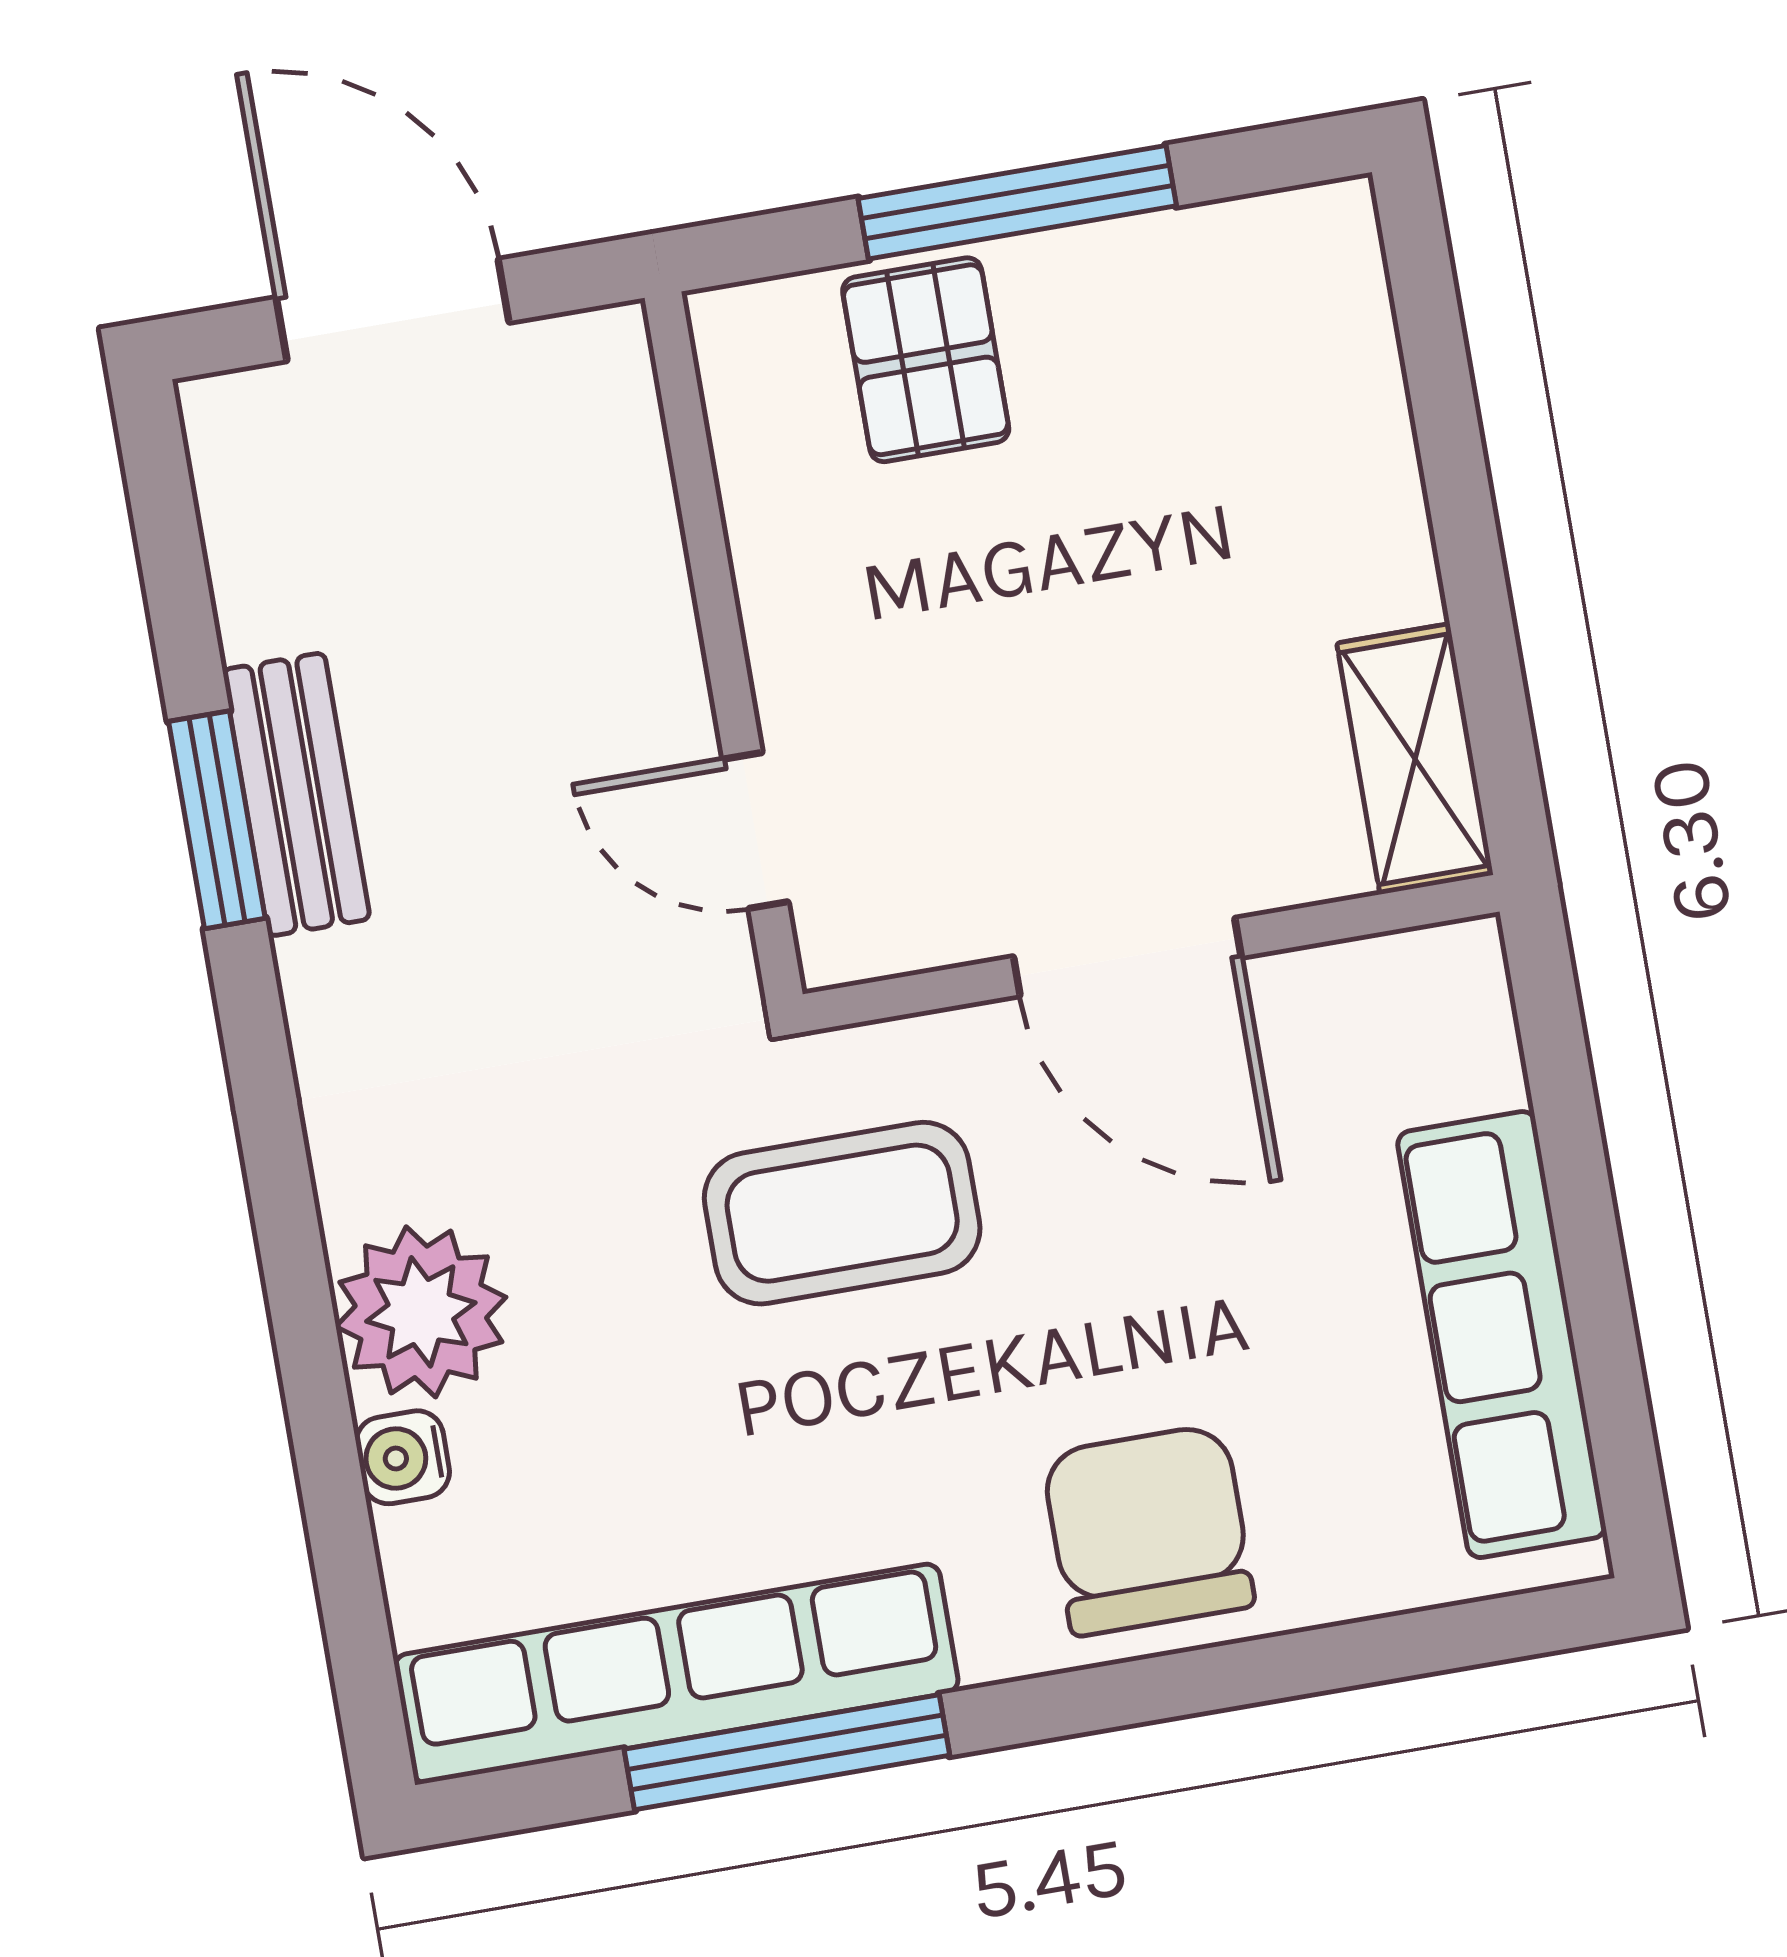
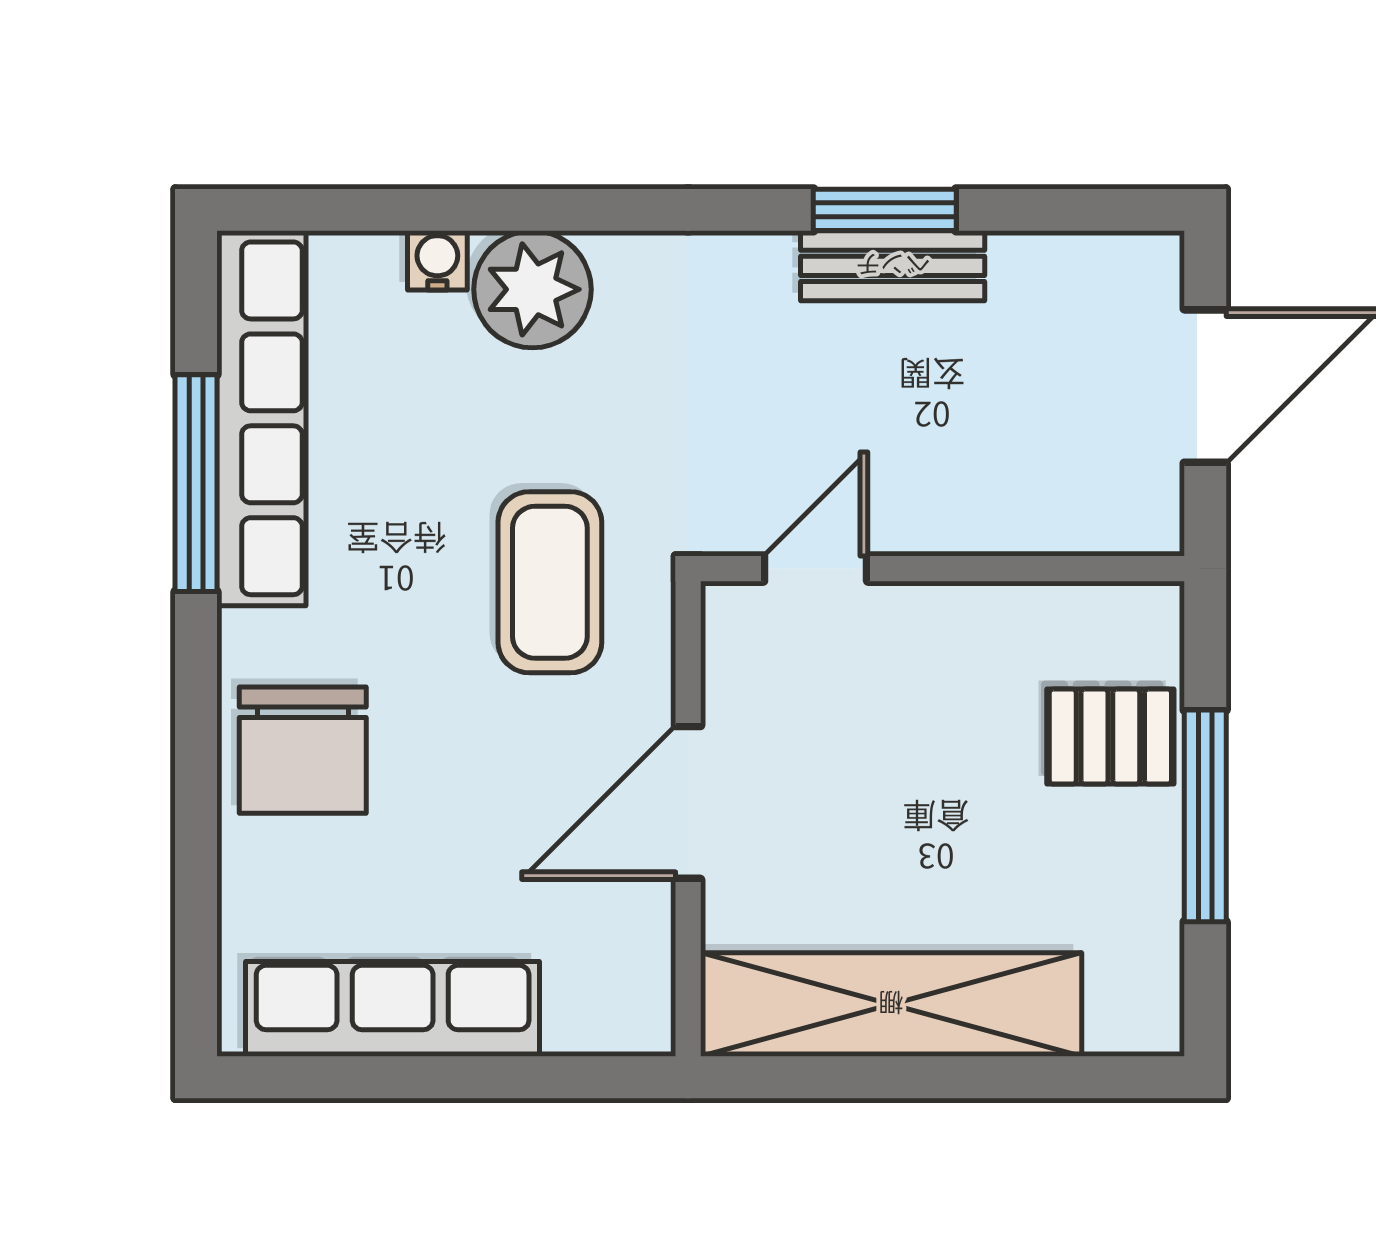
shelving: (1415, 759) -> (891, 1004), width x2.20, depth x1.33
chair: (1148, 1530) -> (303, 750), turned 90

